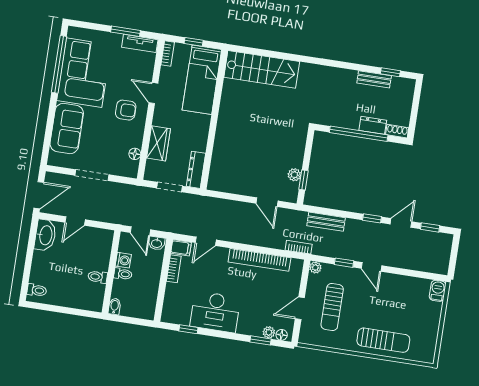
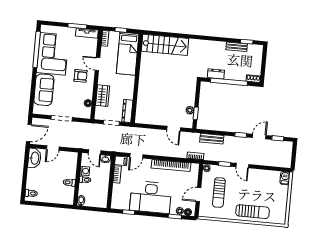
dresser: (373, 125) -> (216, 74), moved
desk: (215, 312) -> (151, 197), width x1.36, depth x1.30

